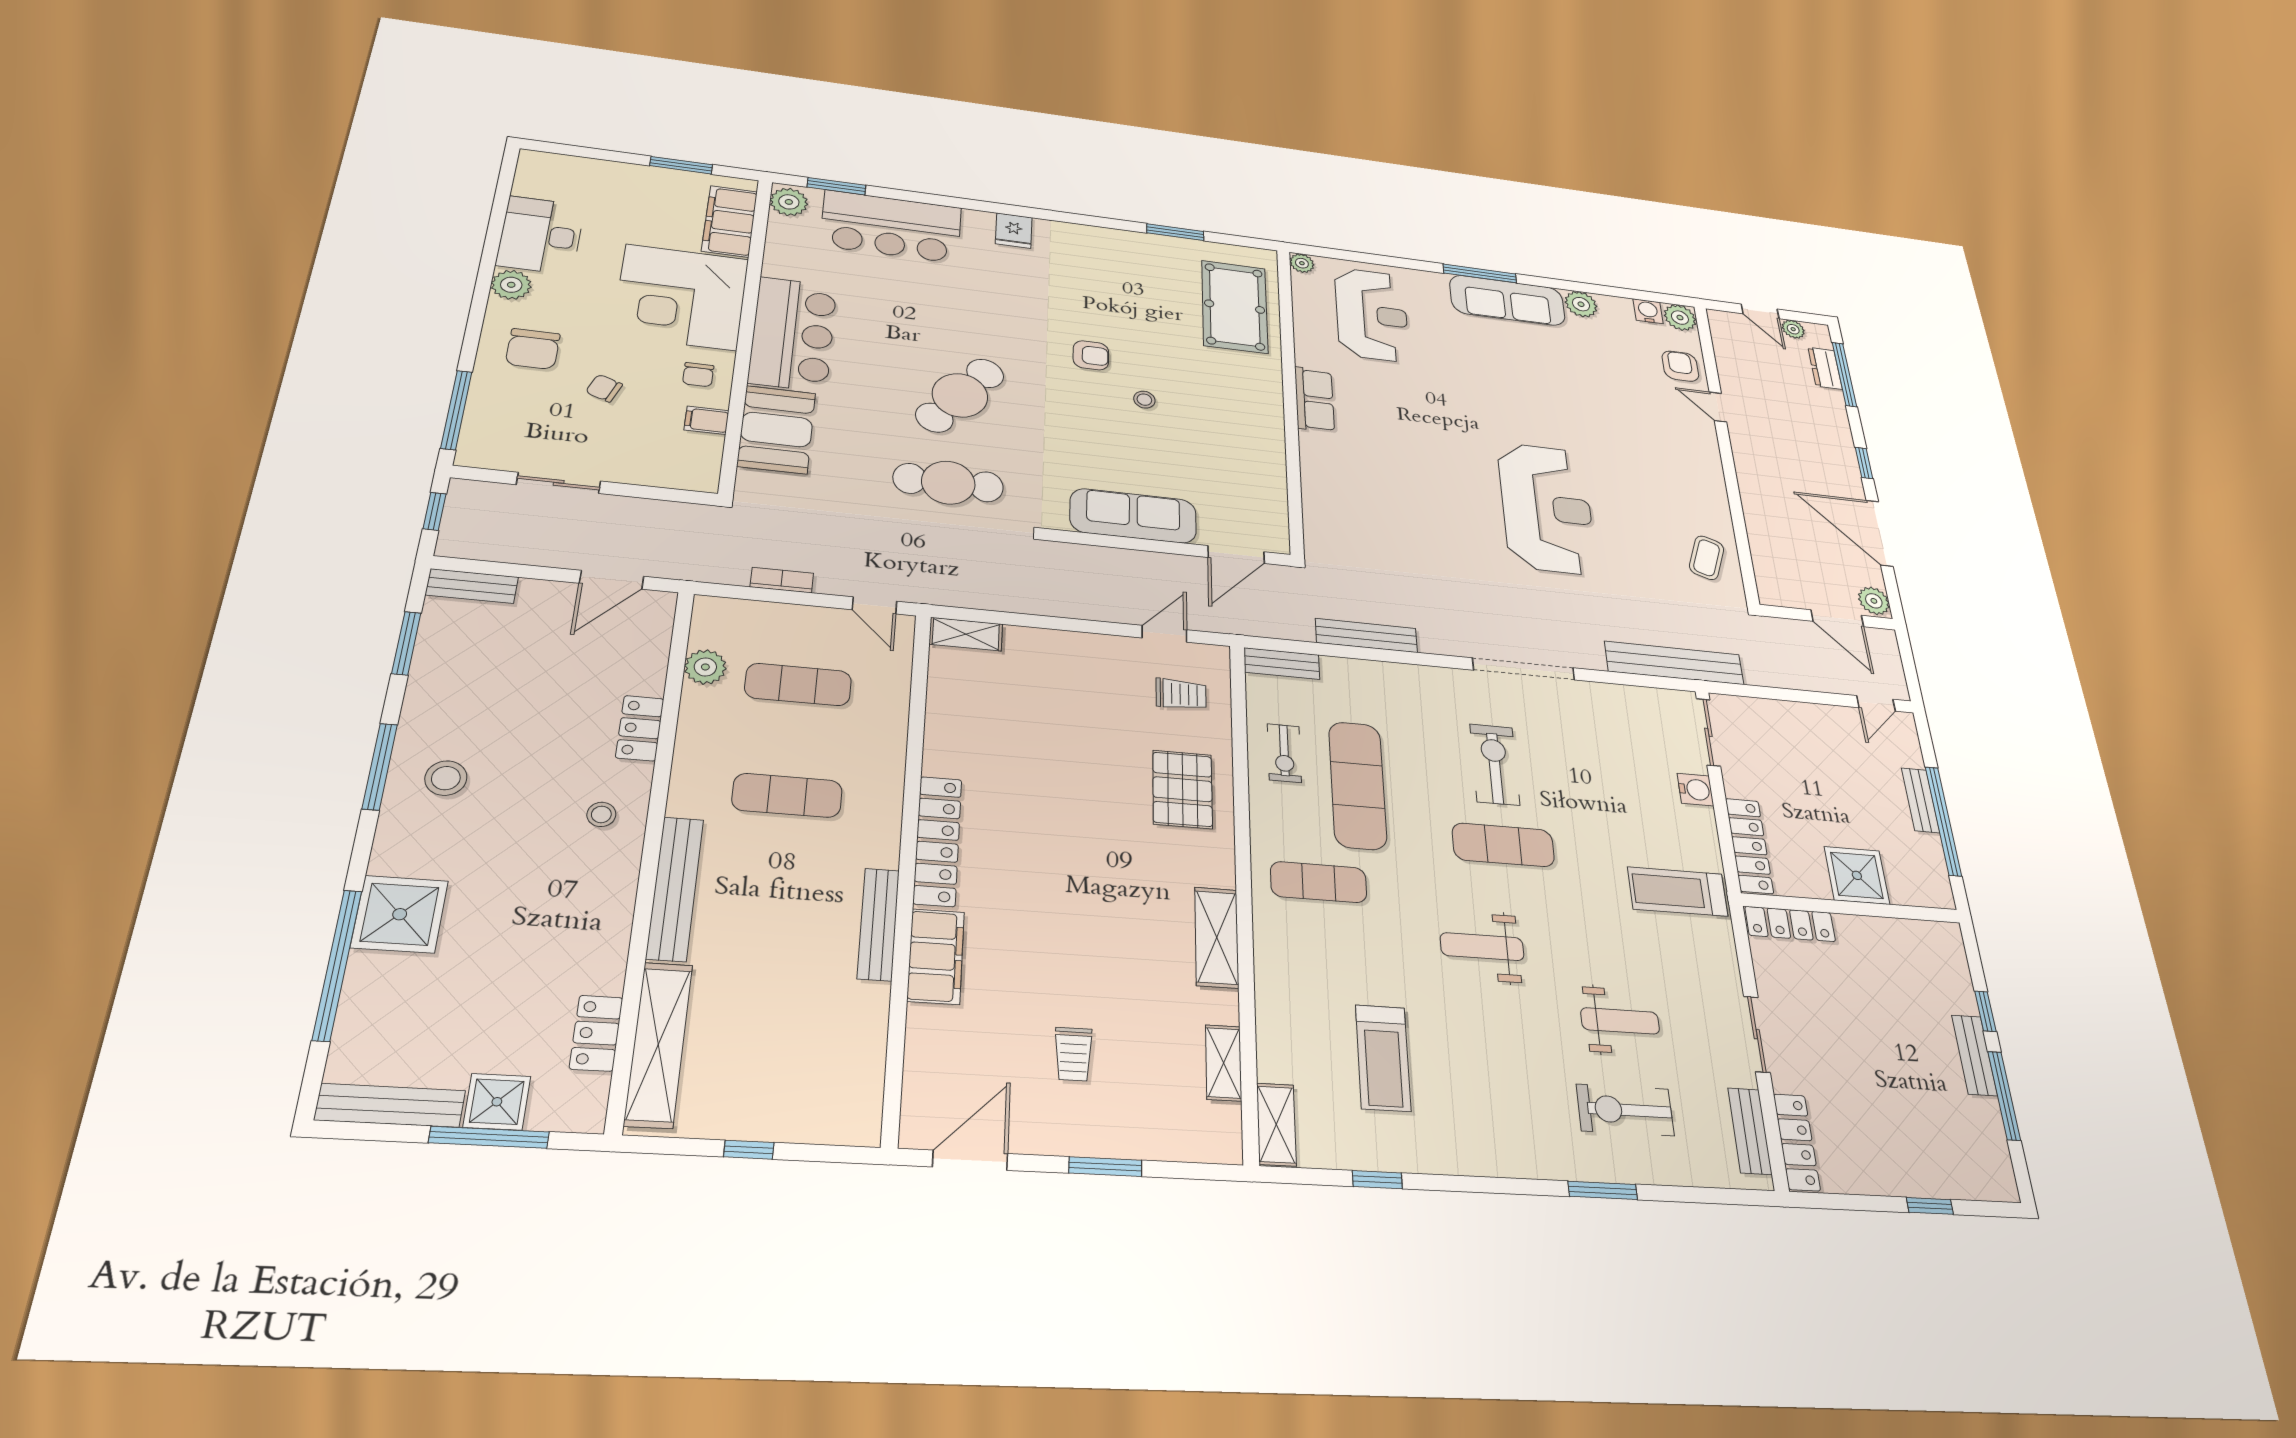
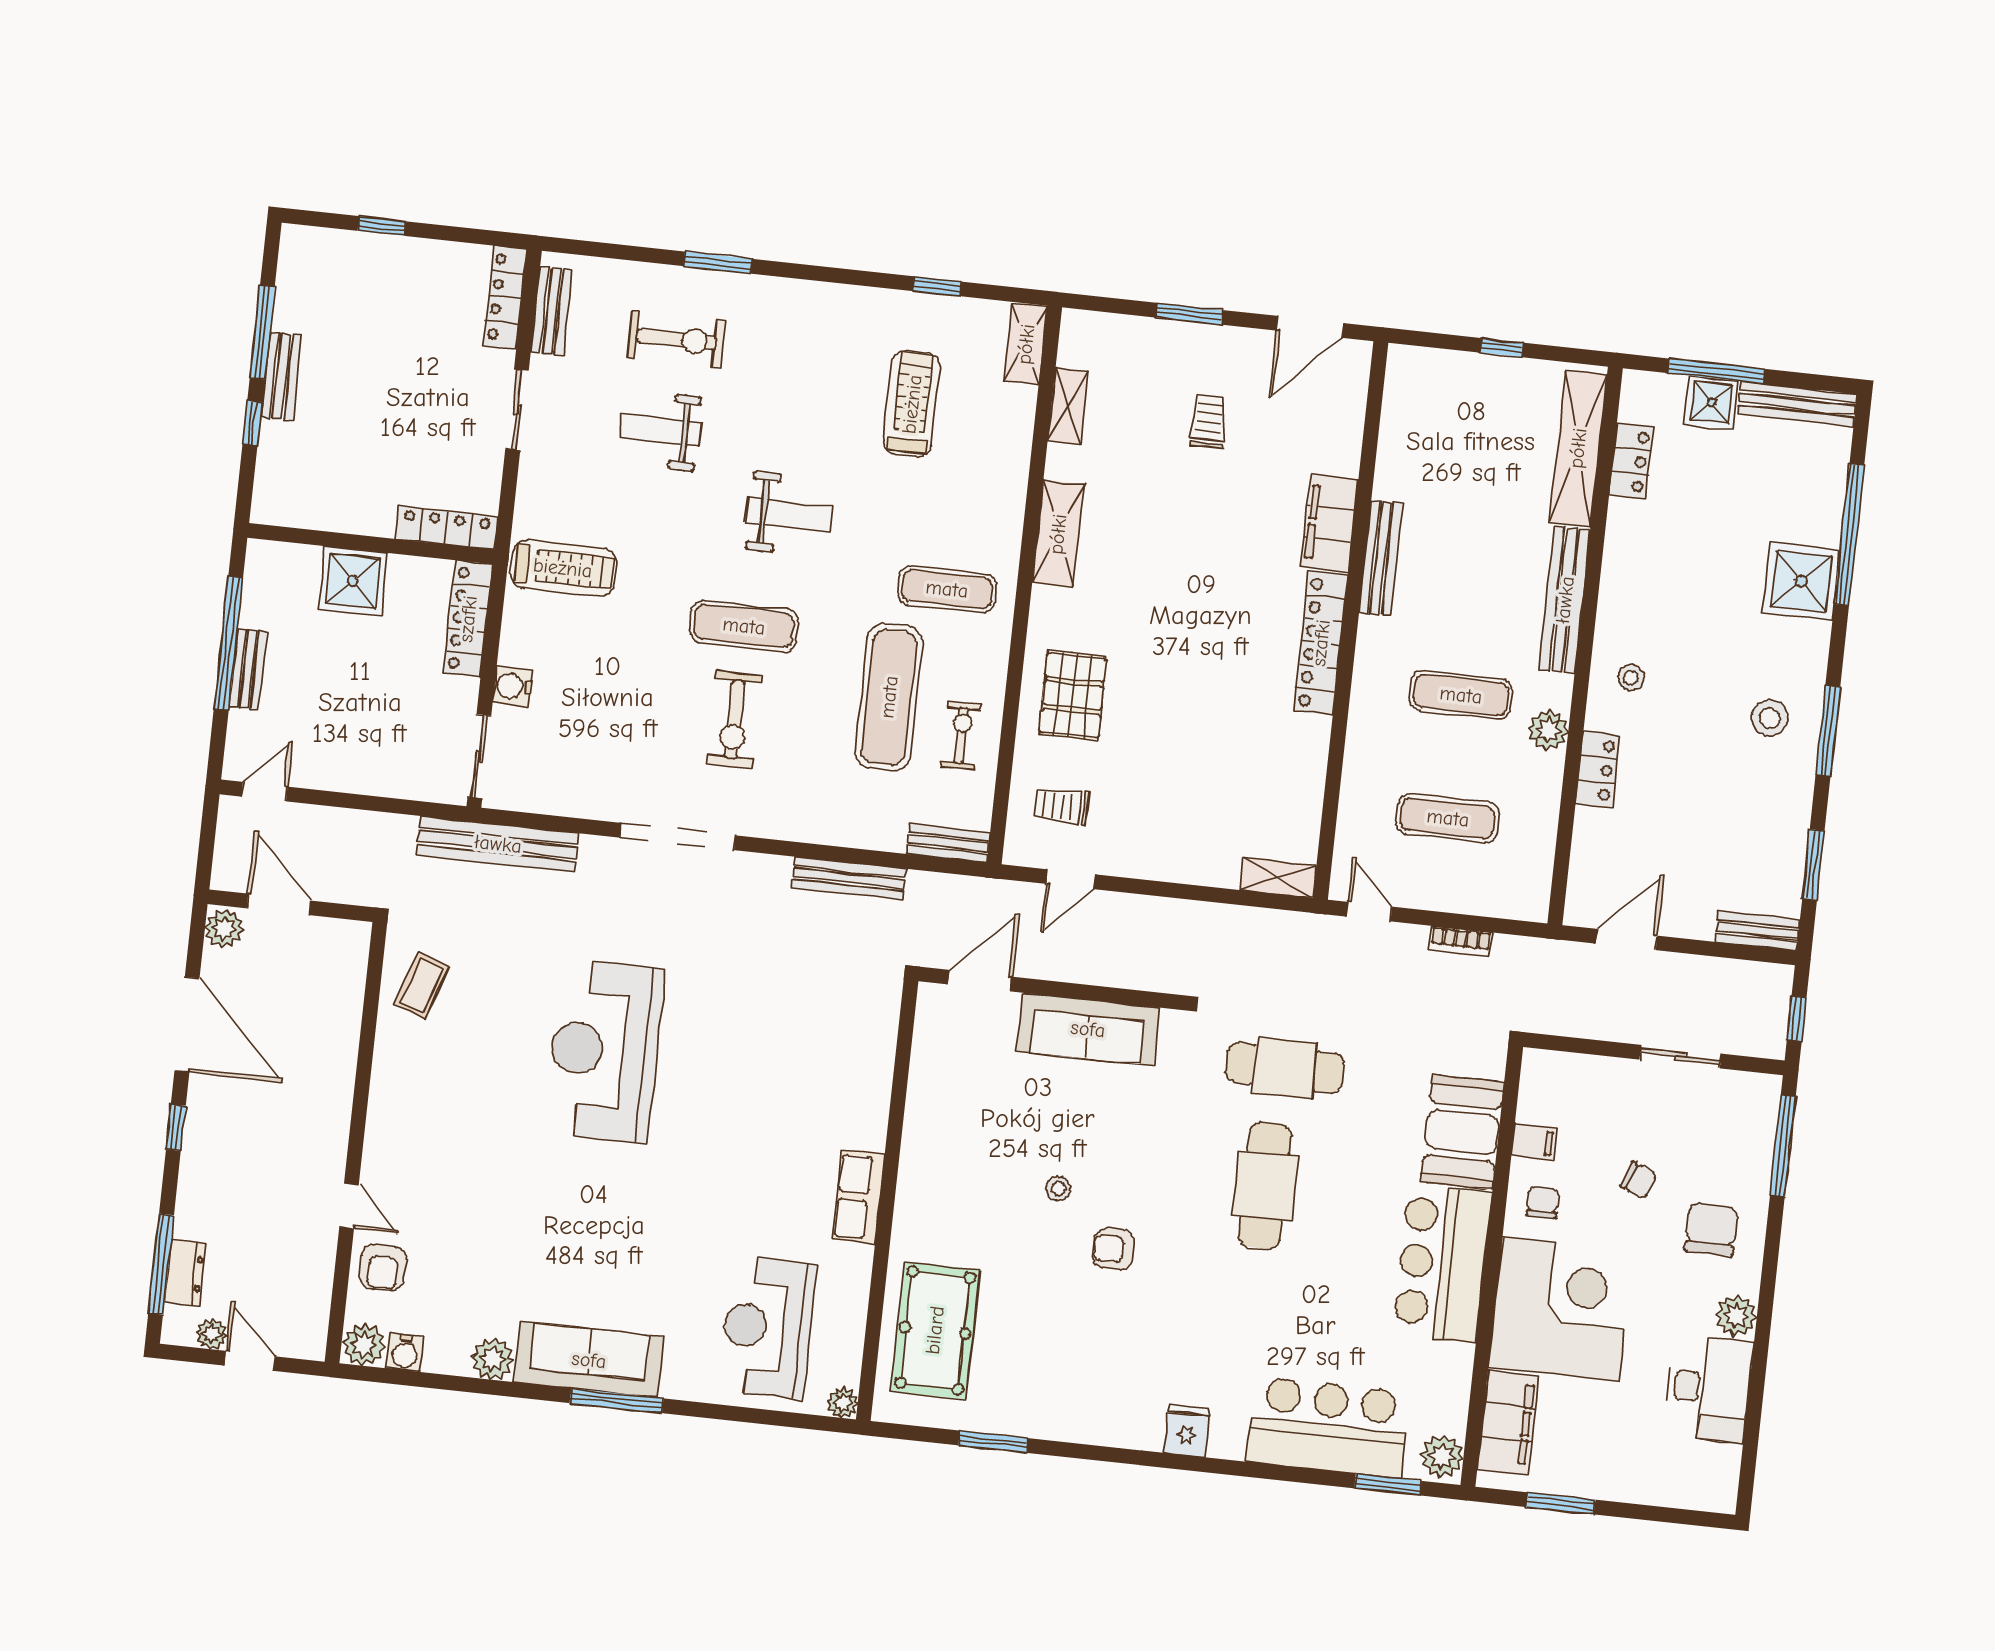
cafe table: (960, 395) -> (1265, 1186), turned -37
plant: (705, 667) -> (1548, 730), moved

